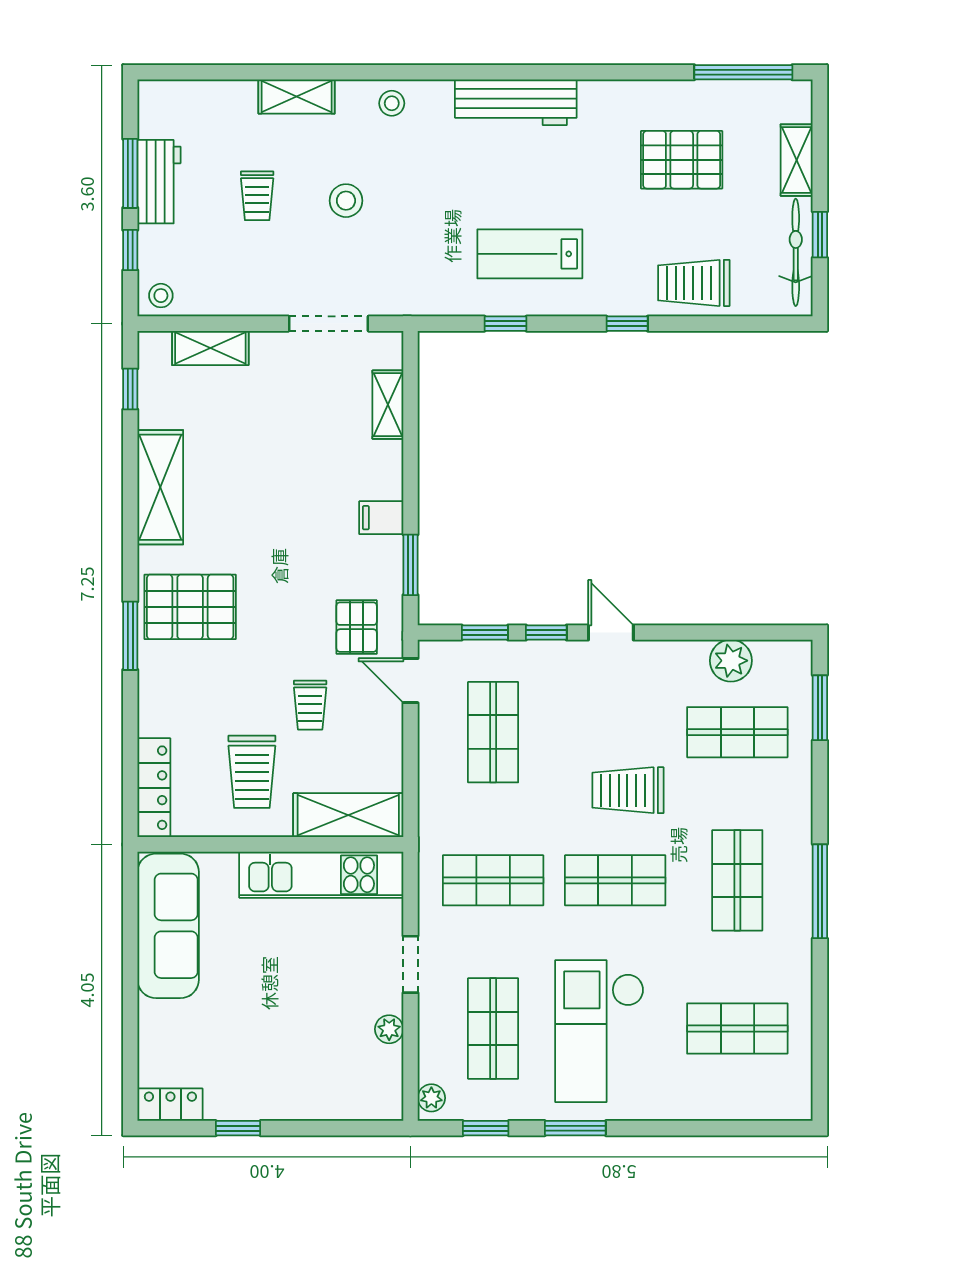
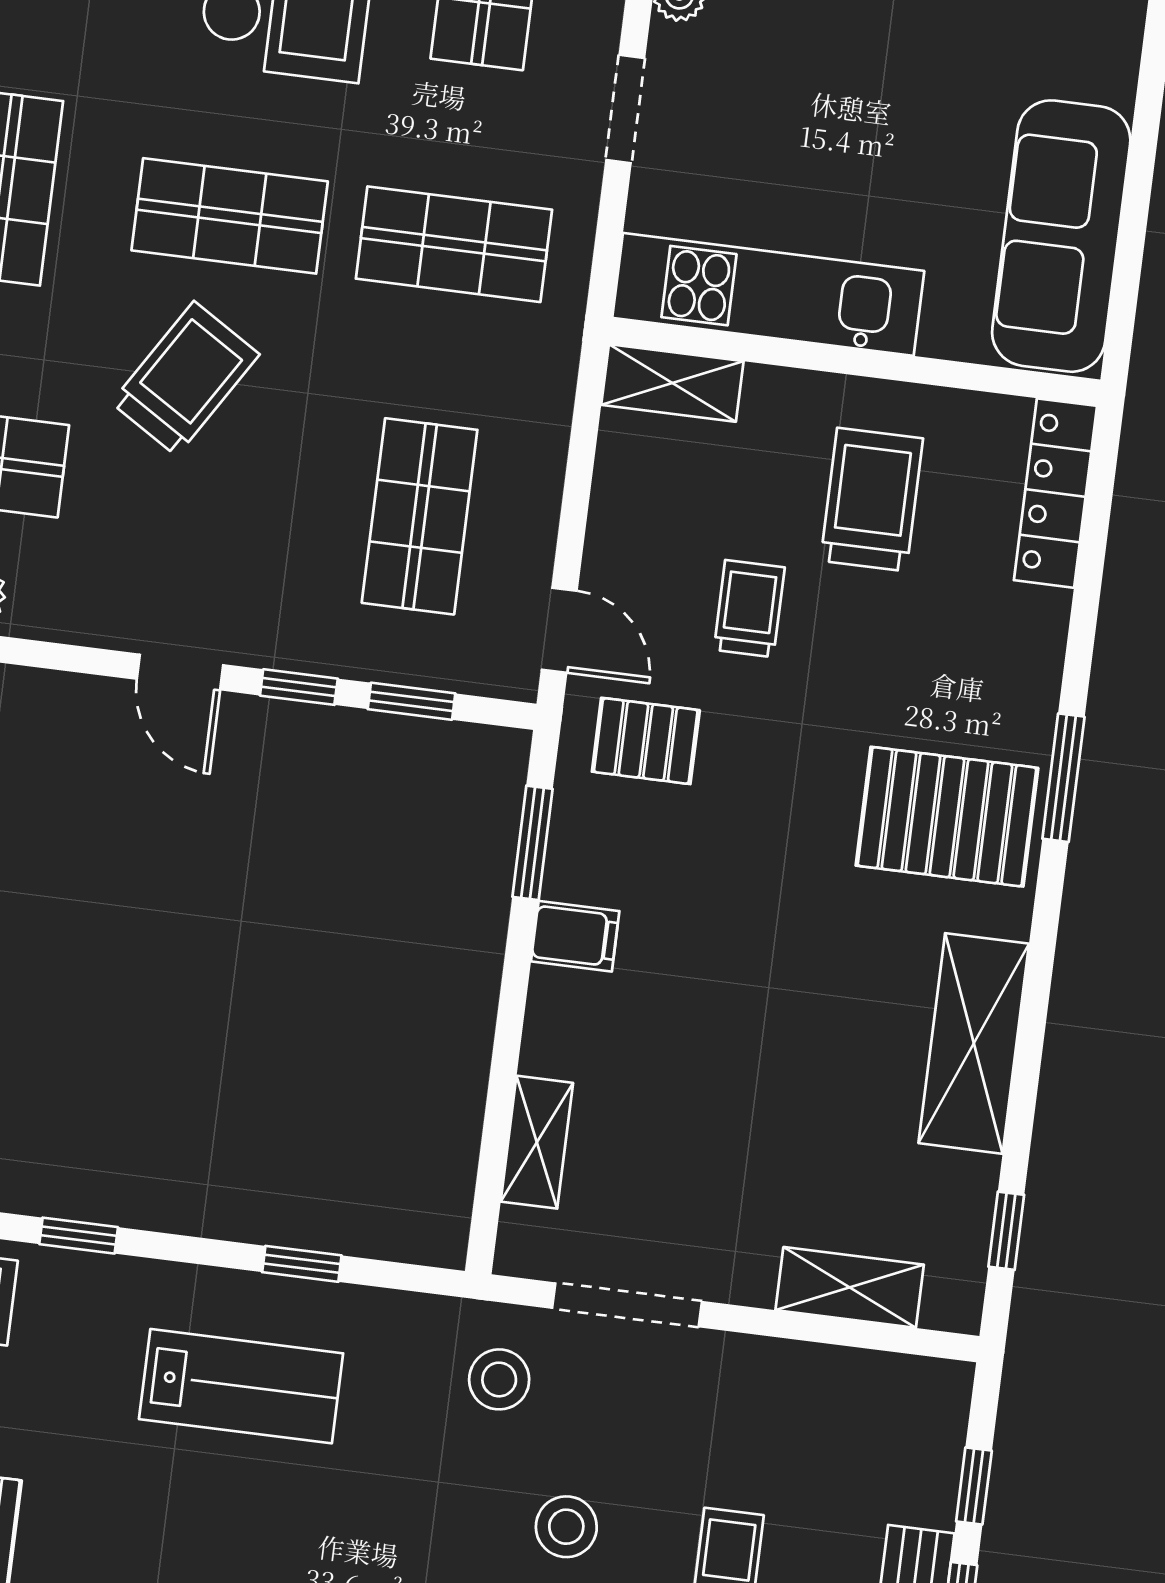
stool: (161, 296) -> (499, 1379), moved, width x1.37, depth x1.37
pallet: (357, 627) -> (646, 741), turned 90
trolley: (628, 790) -> (185, 379), turned -58
shelving: (348, 815) -> (672, 383), width x0.67, depth x0.75

